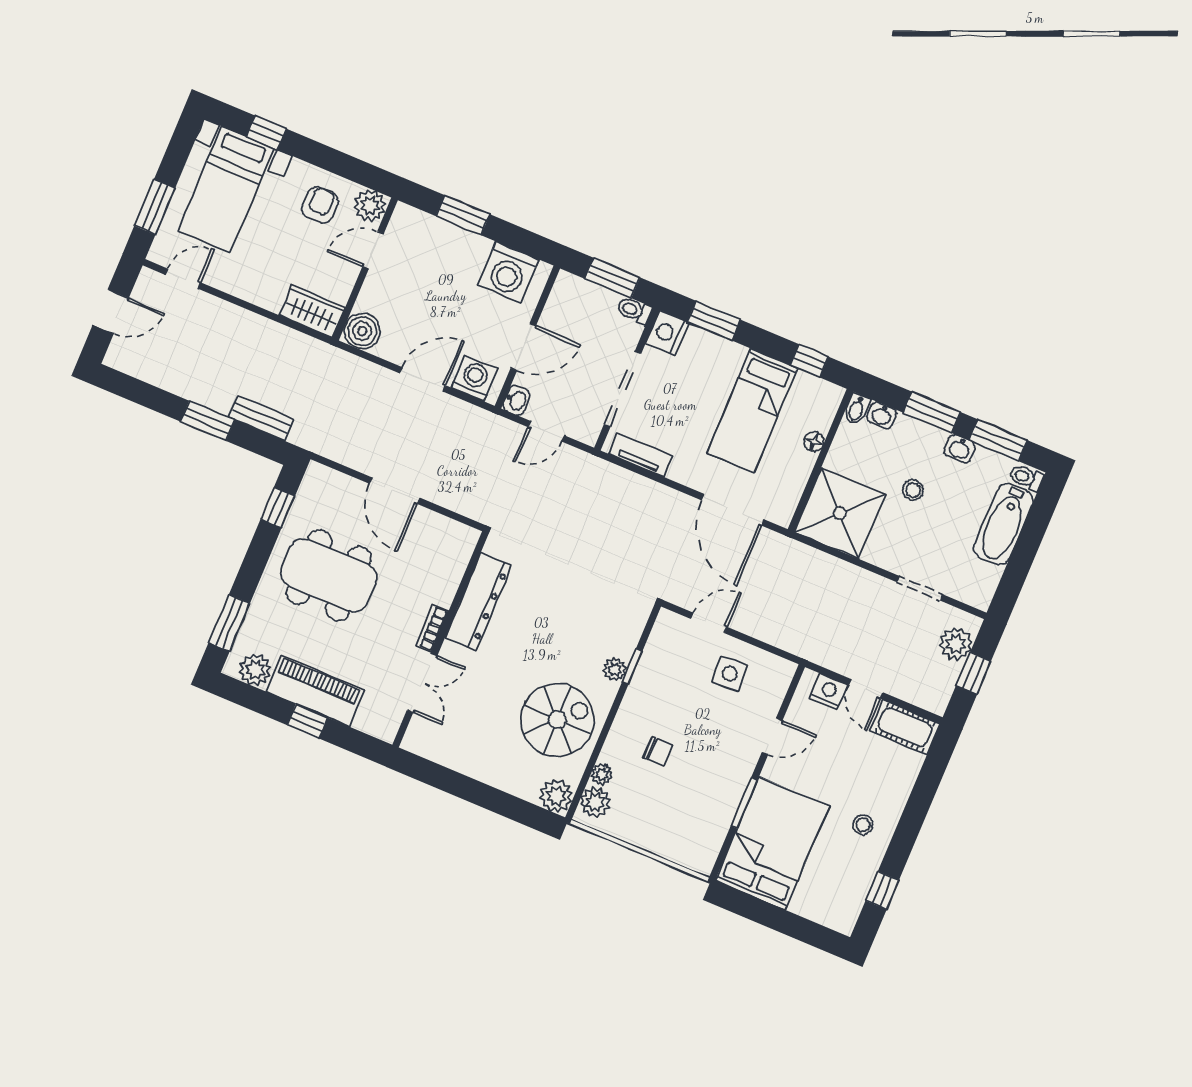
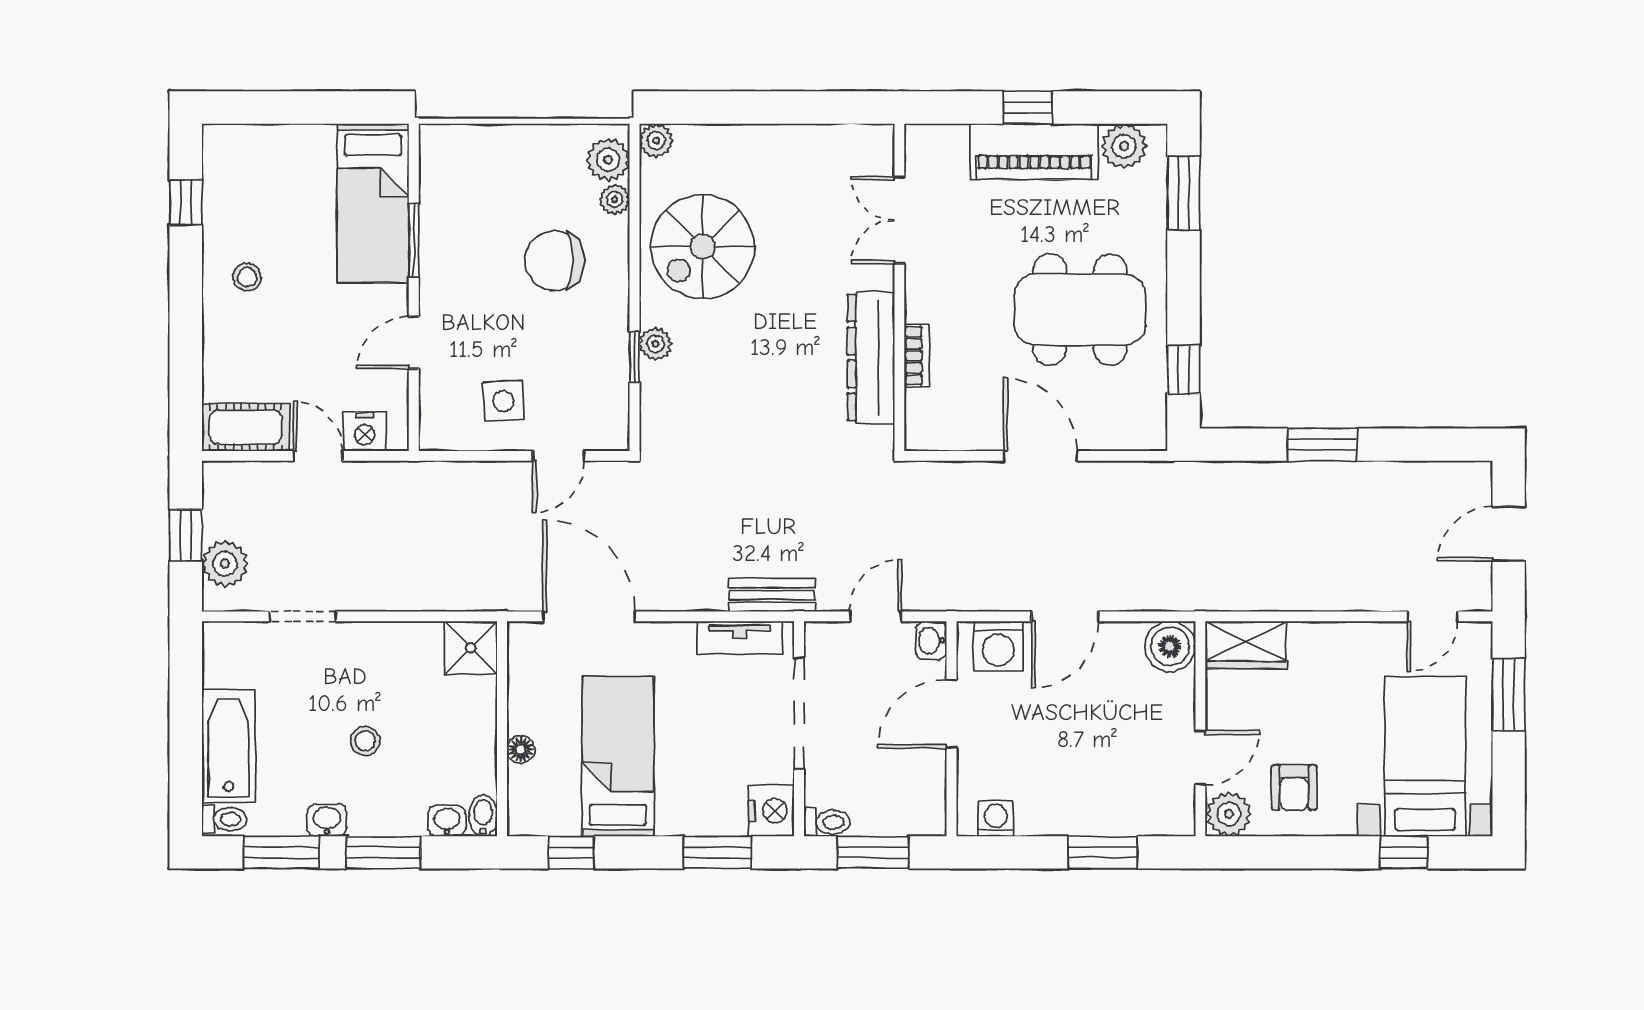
washing machine: (509, 272) -> (996, 819), width x0.53, depth x0.53
bench: (261, 418) -> (772, 595), moved
shower: (840, 513) -> (471, 648), width x0.54, depth x0.54
bookcase: (432, 628) -> (917, 356), moved
chair: (658, 751) -> (554, 260), width x1.87, depth x1.87
plant: (556, 796) -> (656, 141), width x0.73, depth x0.73
bed: (772, 843) -> (373, 203), width x0.67

